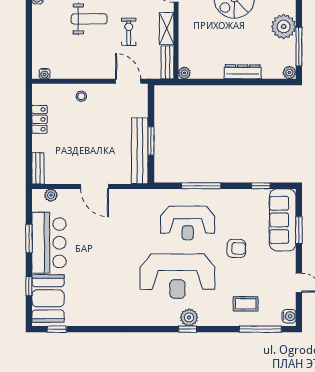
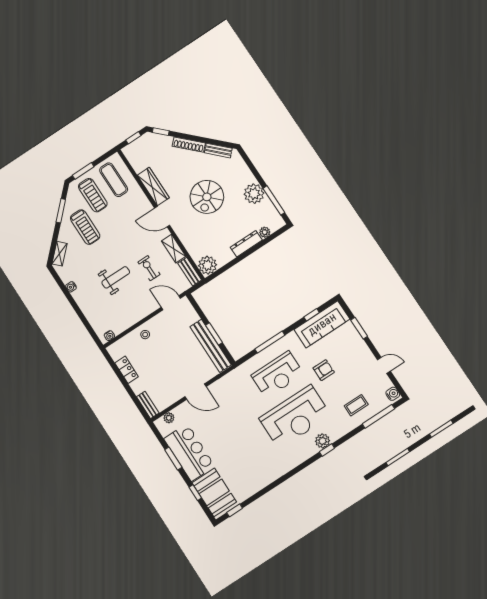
plant: (289, 72) -> (265, 232), moved
plant: (184, 73) -> (207, 265), width x1.87, depth x1.87
sofa: (283, 220) -> (322, 324), moved, turned -90

